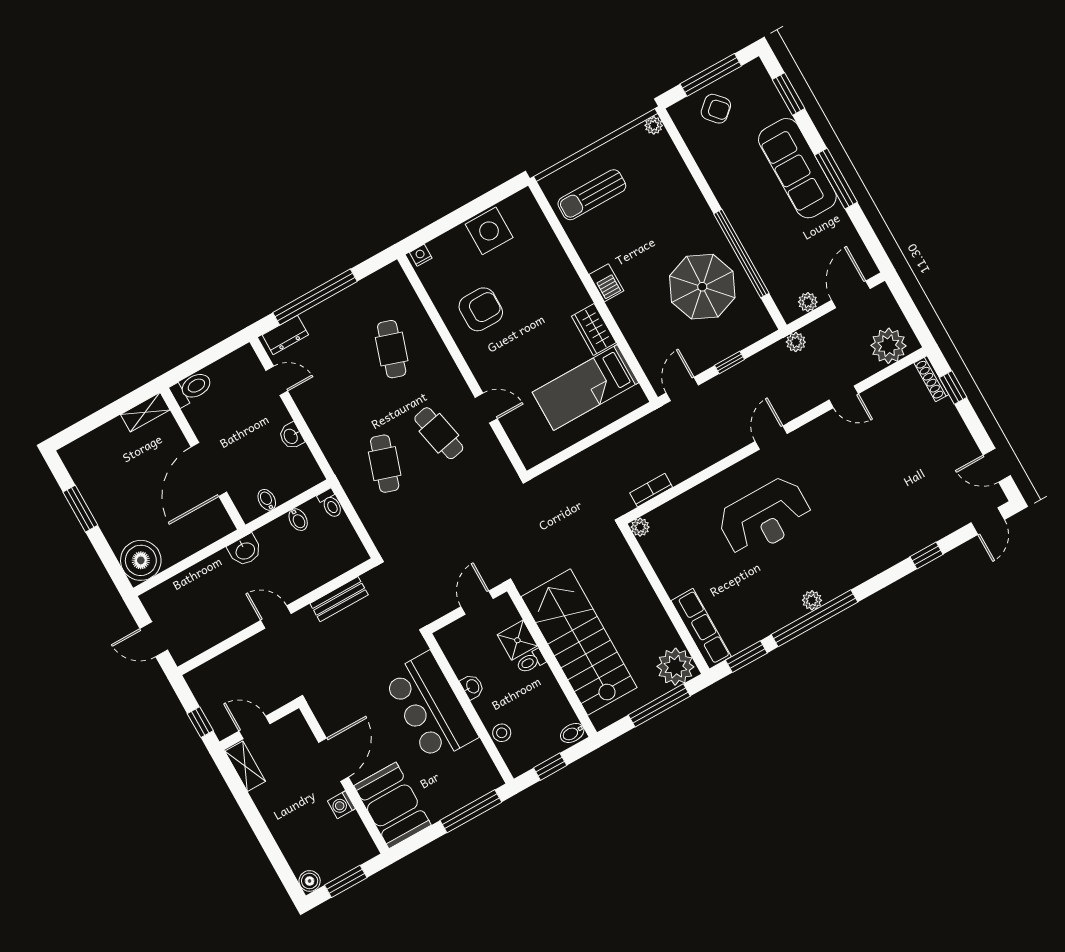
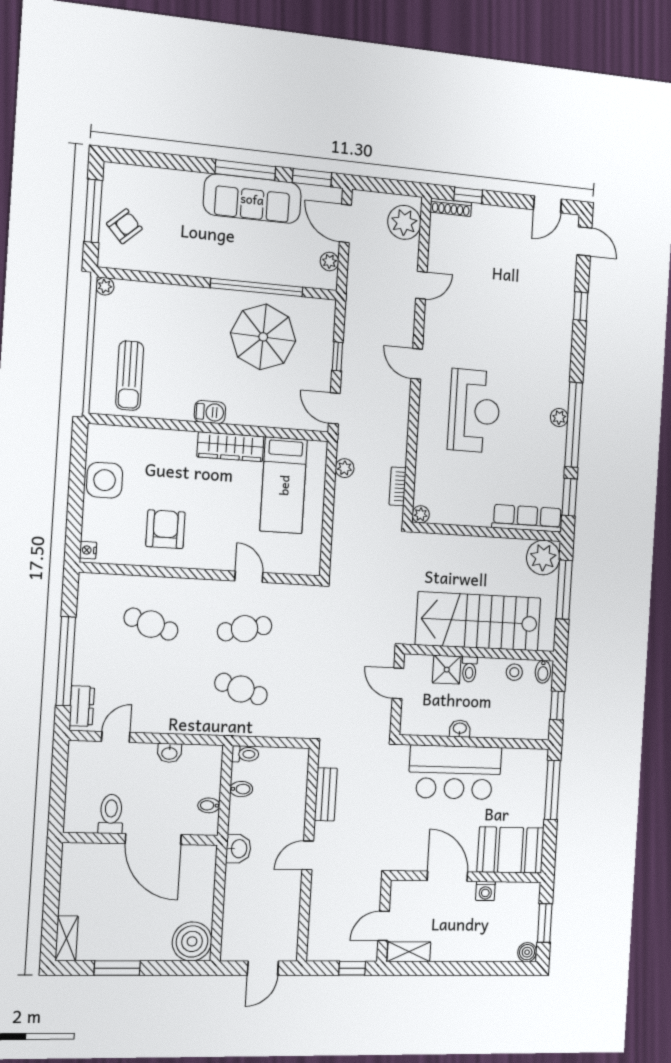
window: (789, 94) -> (312, 178), moved
sofa: (797, 168) -> (252, 199), moved
wardrobe: (594, 329) -> (230, 447), width x1.50
plant: (796, 342) -> (345, 468), moved
toilet: (192, 388) -> (111, 814), moved
door: (486, 408) -> (249, 577), hinge flipped
shelving: (145, 412) -> (67, 938), moved
stool: (502, 733) -> (514, 672), moved

